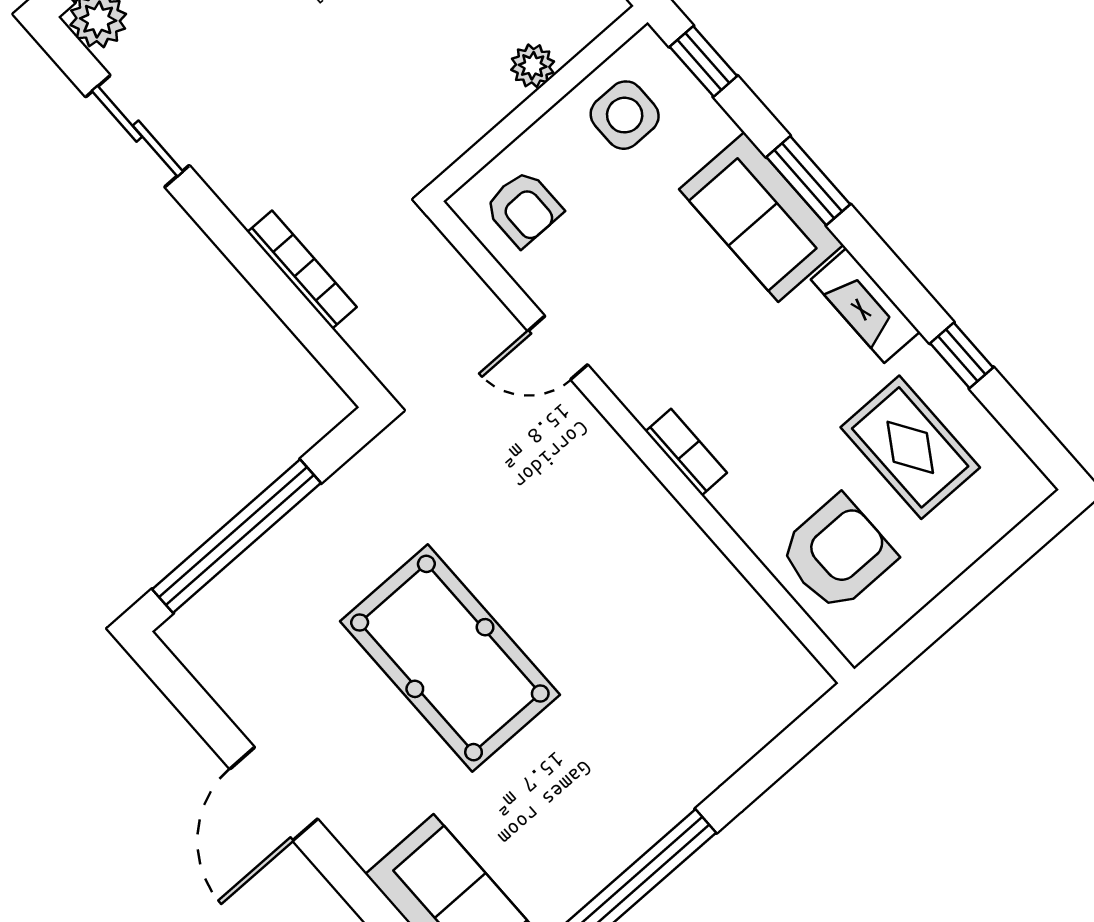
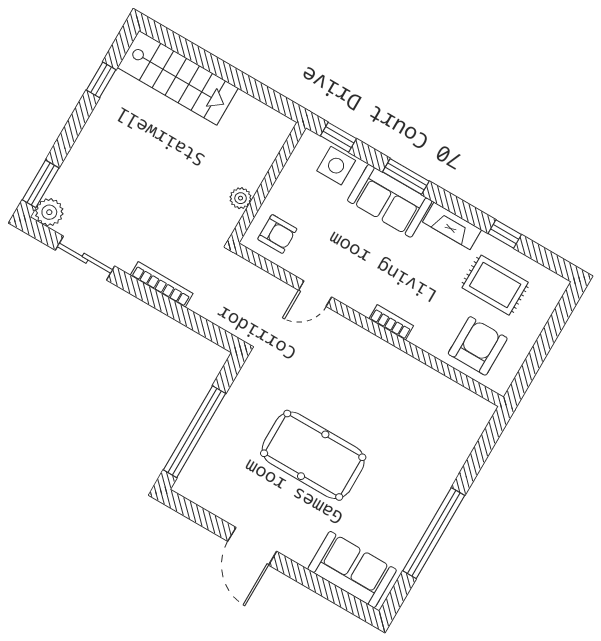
plant: (533, 66) -> (241, 198), moved
side table: (625, 115) -> (336, 166), moved
bookcase: (302, 270) -> (162, 284), moved

